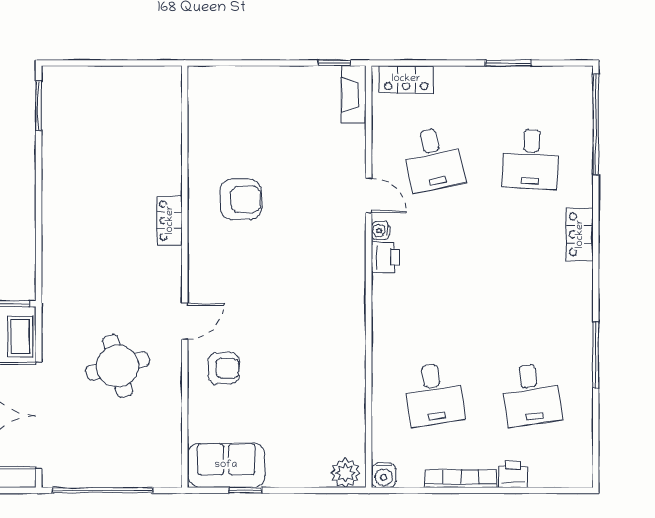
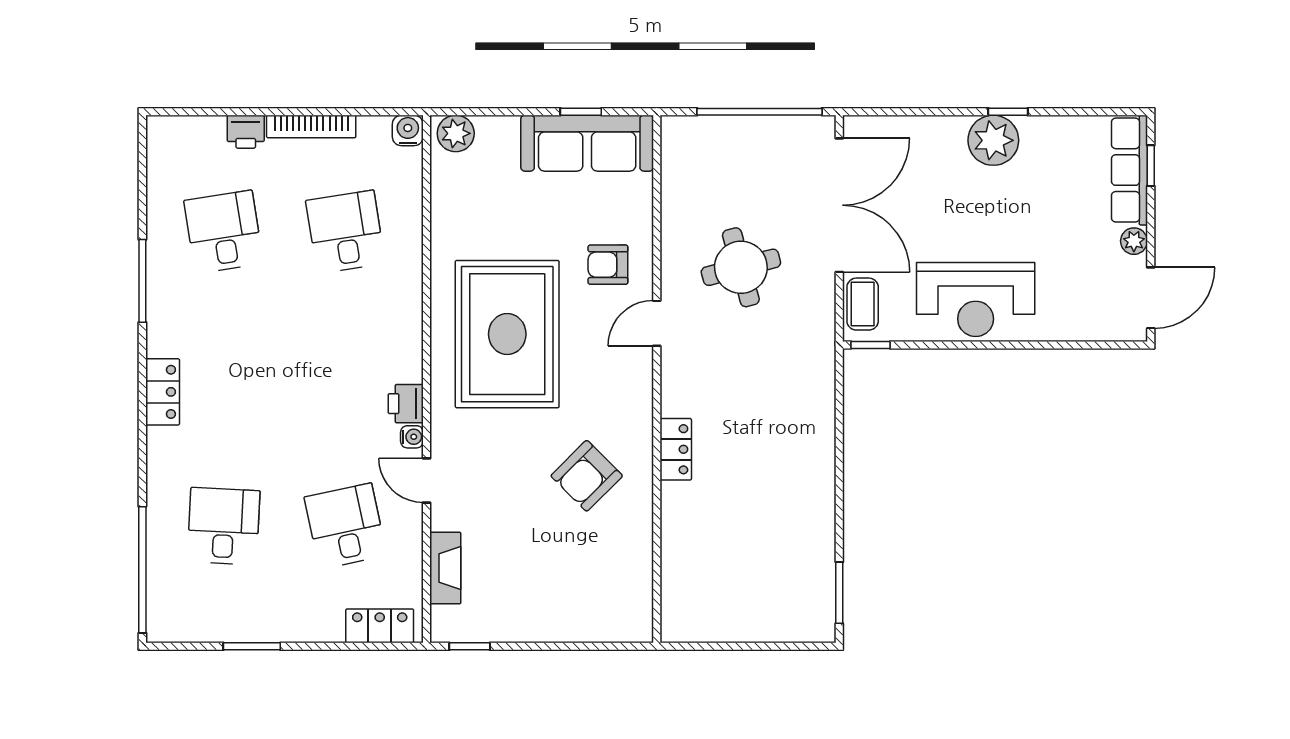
fireplace: (354, 94) -> (445, 568), moved
armchair: (241, 199) -> (587, 476), turned -45
locker: (580, 234) -> (163, 392), moved
rug: (304, 313) -> (507, 334), added
sofa: (226, 465) -> (587, 143), width x1.36

